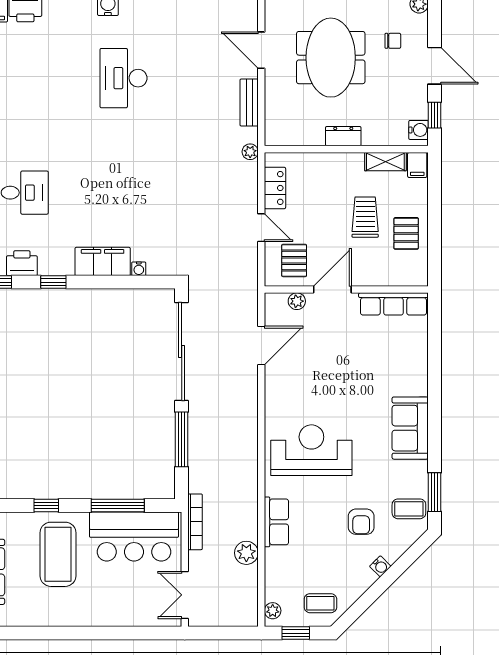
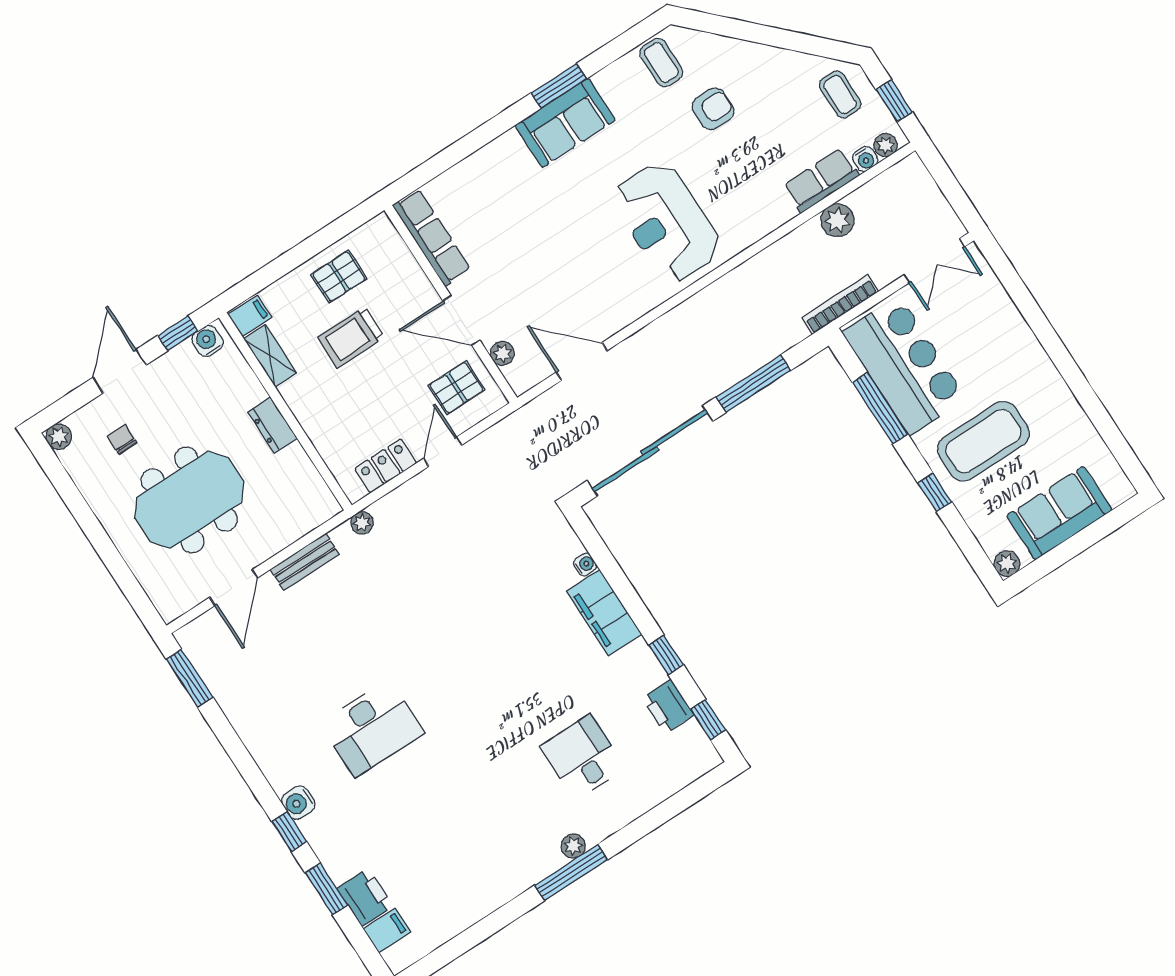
window: (435, 492) -> (559, 86), moved
row of seats: (276, 522) -> (821, 180), moved
water cooler: (380, 566) -> (865, 159), moved, turned 135

